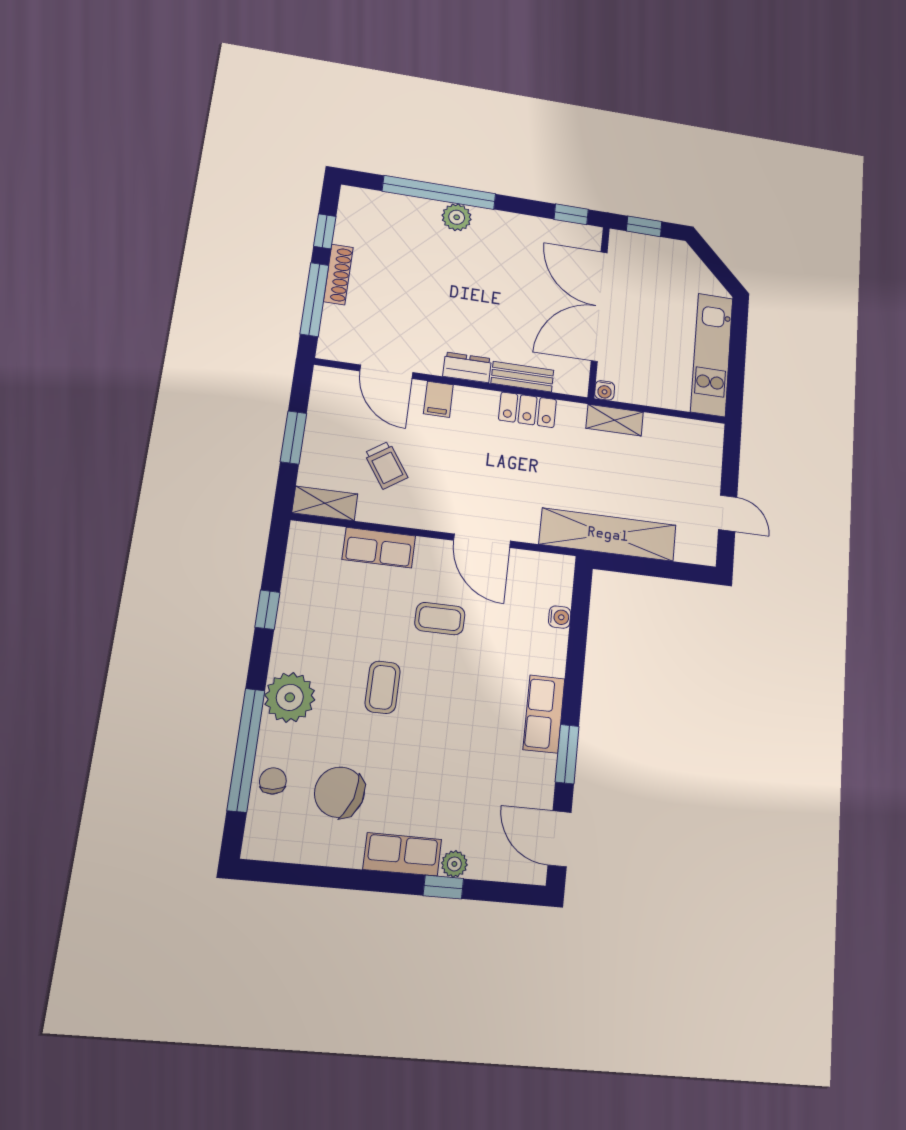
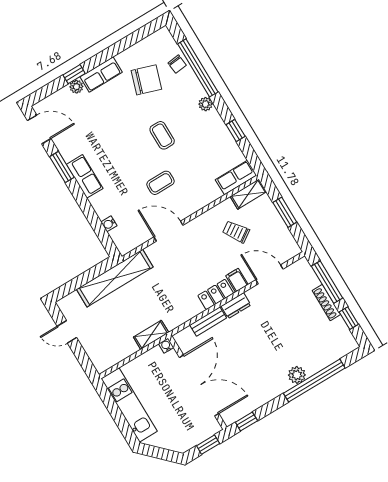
locker: (528, 410) -> (216, 294), moved
row of seats: (379, 548) -> (236, 177), moved
plant: (290, 697) -> (206, 104), width x0.53, depth x0.53

